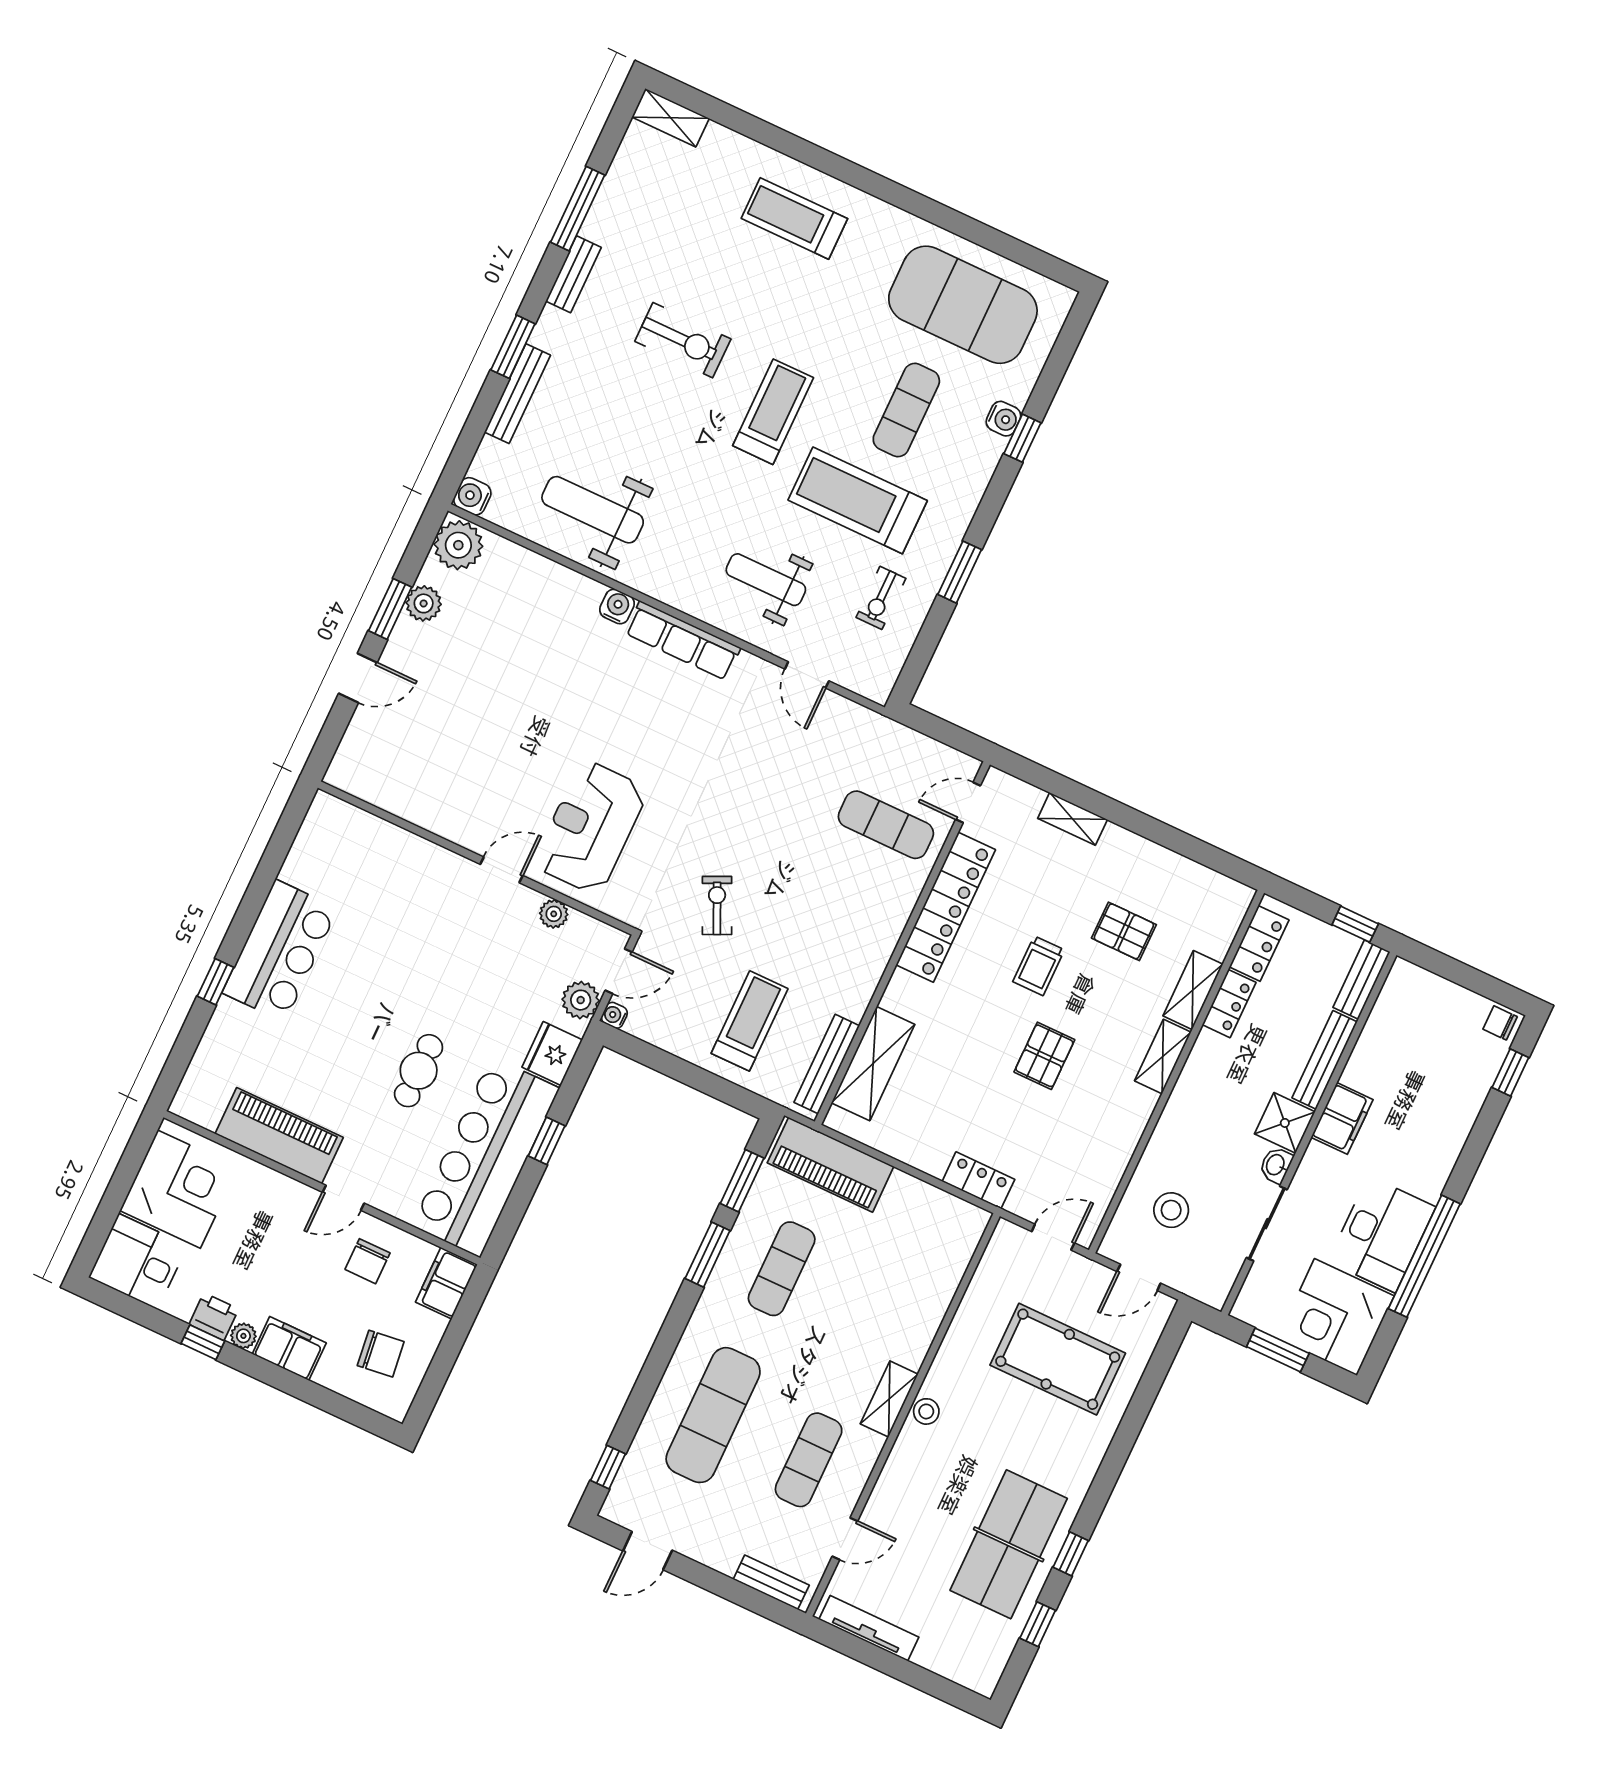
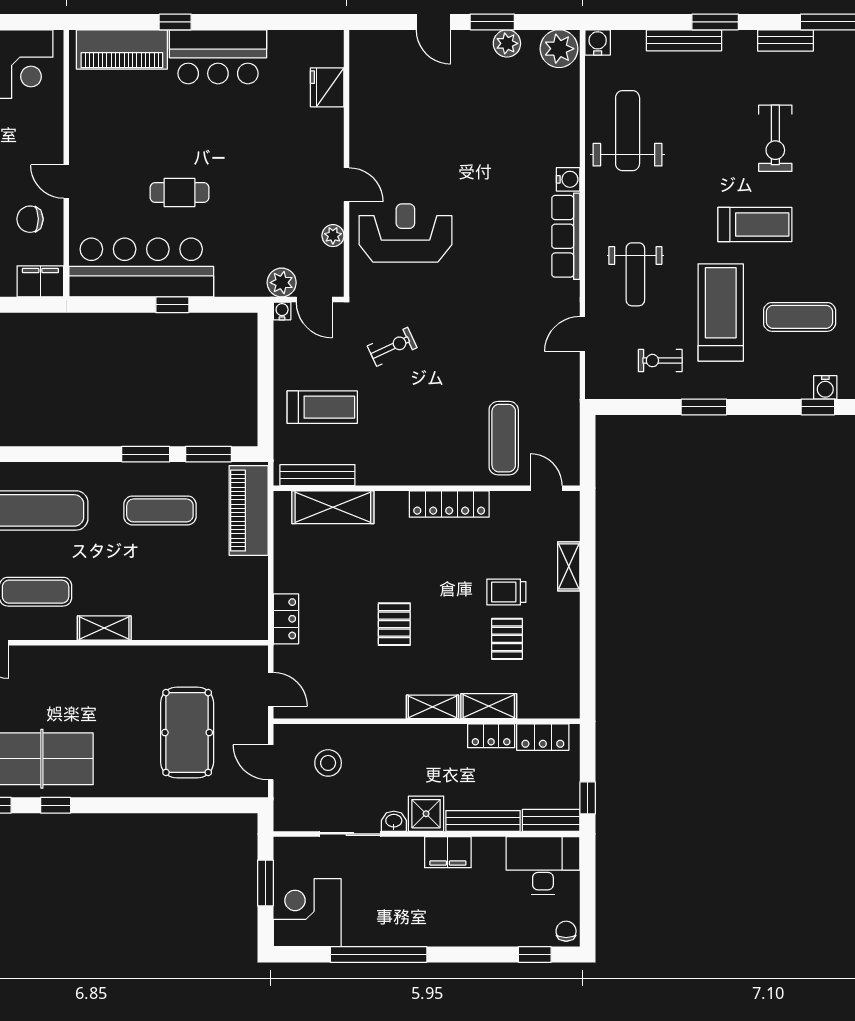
weight bench: (766, 580) -> (635, 274), turned 180
locker: (946, 907) -> (449, 504), width x0.71, depth x0.83
trolley: (1039, 966) -> (506, 592), moved
fridge: (552, 1054) -> (327, 87), moved, turned -90
pallet: (1044, 1056) -> (394, 624), turned 90
piano: (279, 1136) -> (122, 49), moved, turned 90
desk: (1382, 1234) -> (543, 866), moved, turned 180
stool: (926, 1411) -> (108, 658), removed

